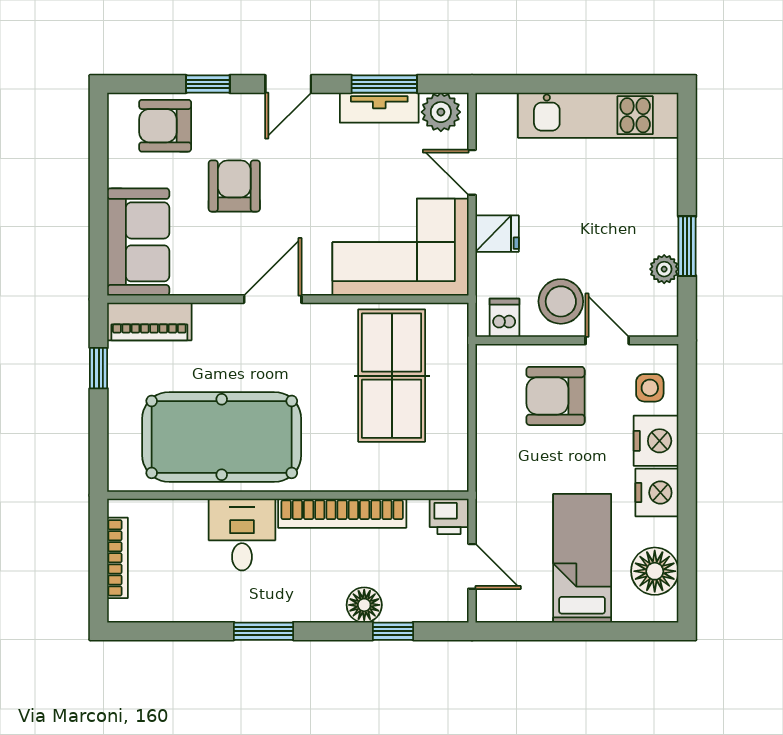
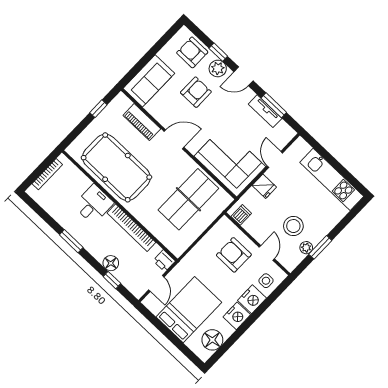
plant: (441, 112) -> (218, 68), moved
stool: (561, 301) -> (293, 226), moved
piano: (149, 321) -> (142, 122), moved
bed: (582, 558) -> (189, 310), width x1.50

